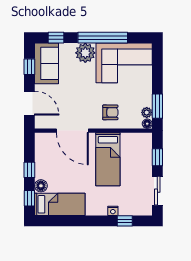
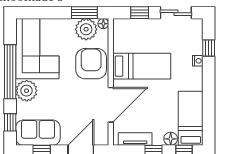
armchair: (110, 112) -> (91, 64), width x1.88, depth x1.88
plant: (147, 112) -> (86, 29), width x1.88, depth x1.88
tv unit: (41, 153) -> (135, 139), added

